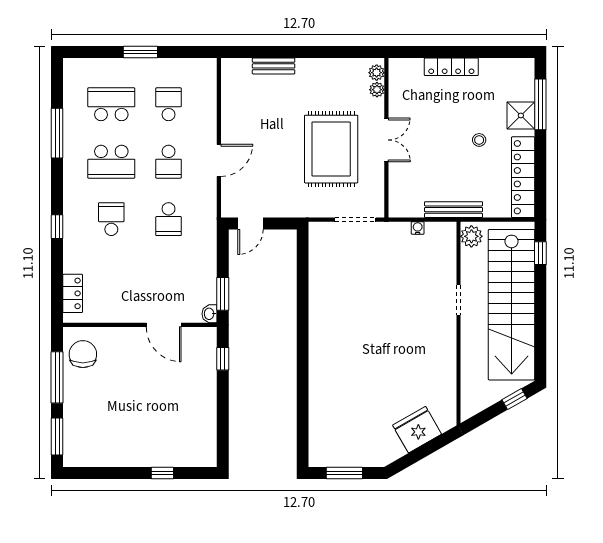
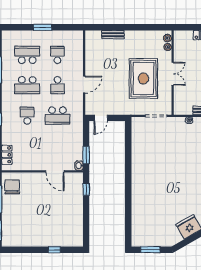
school desk: (169, 219) -> (57, 116), width x1.85

